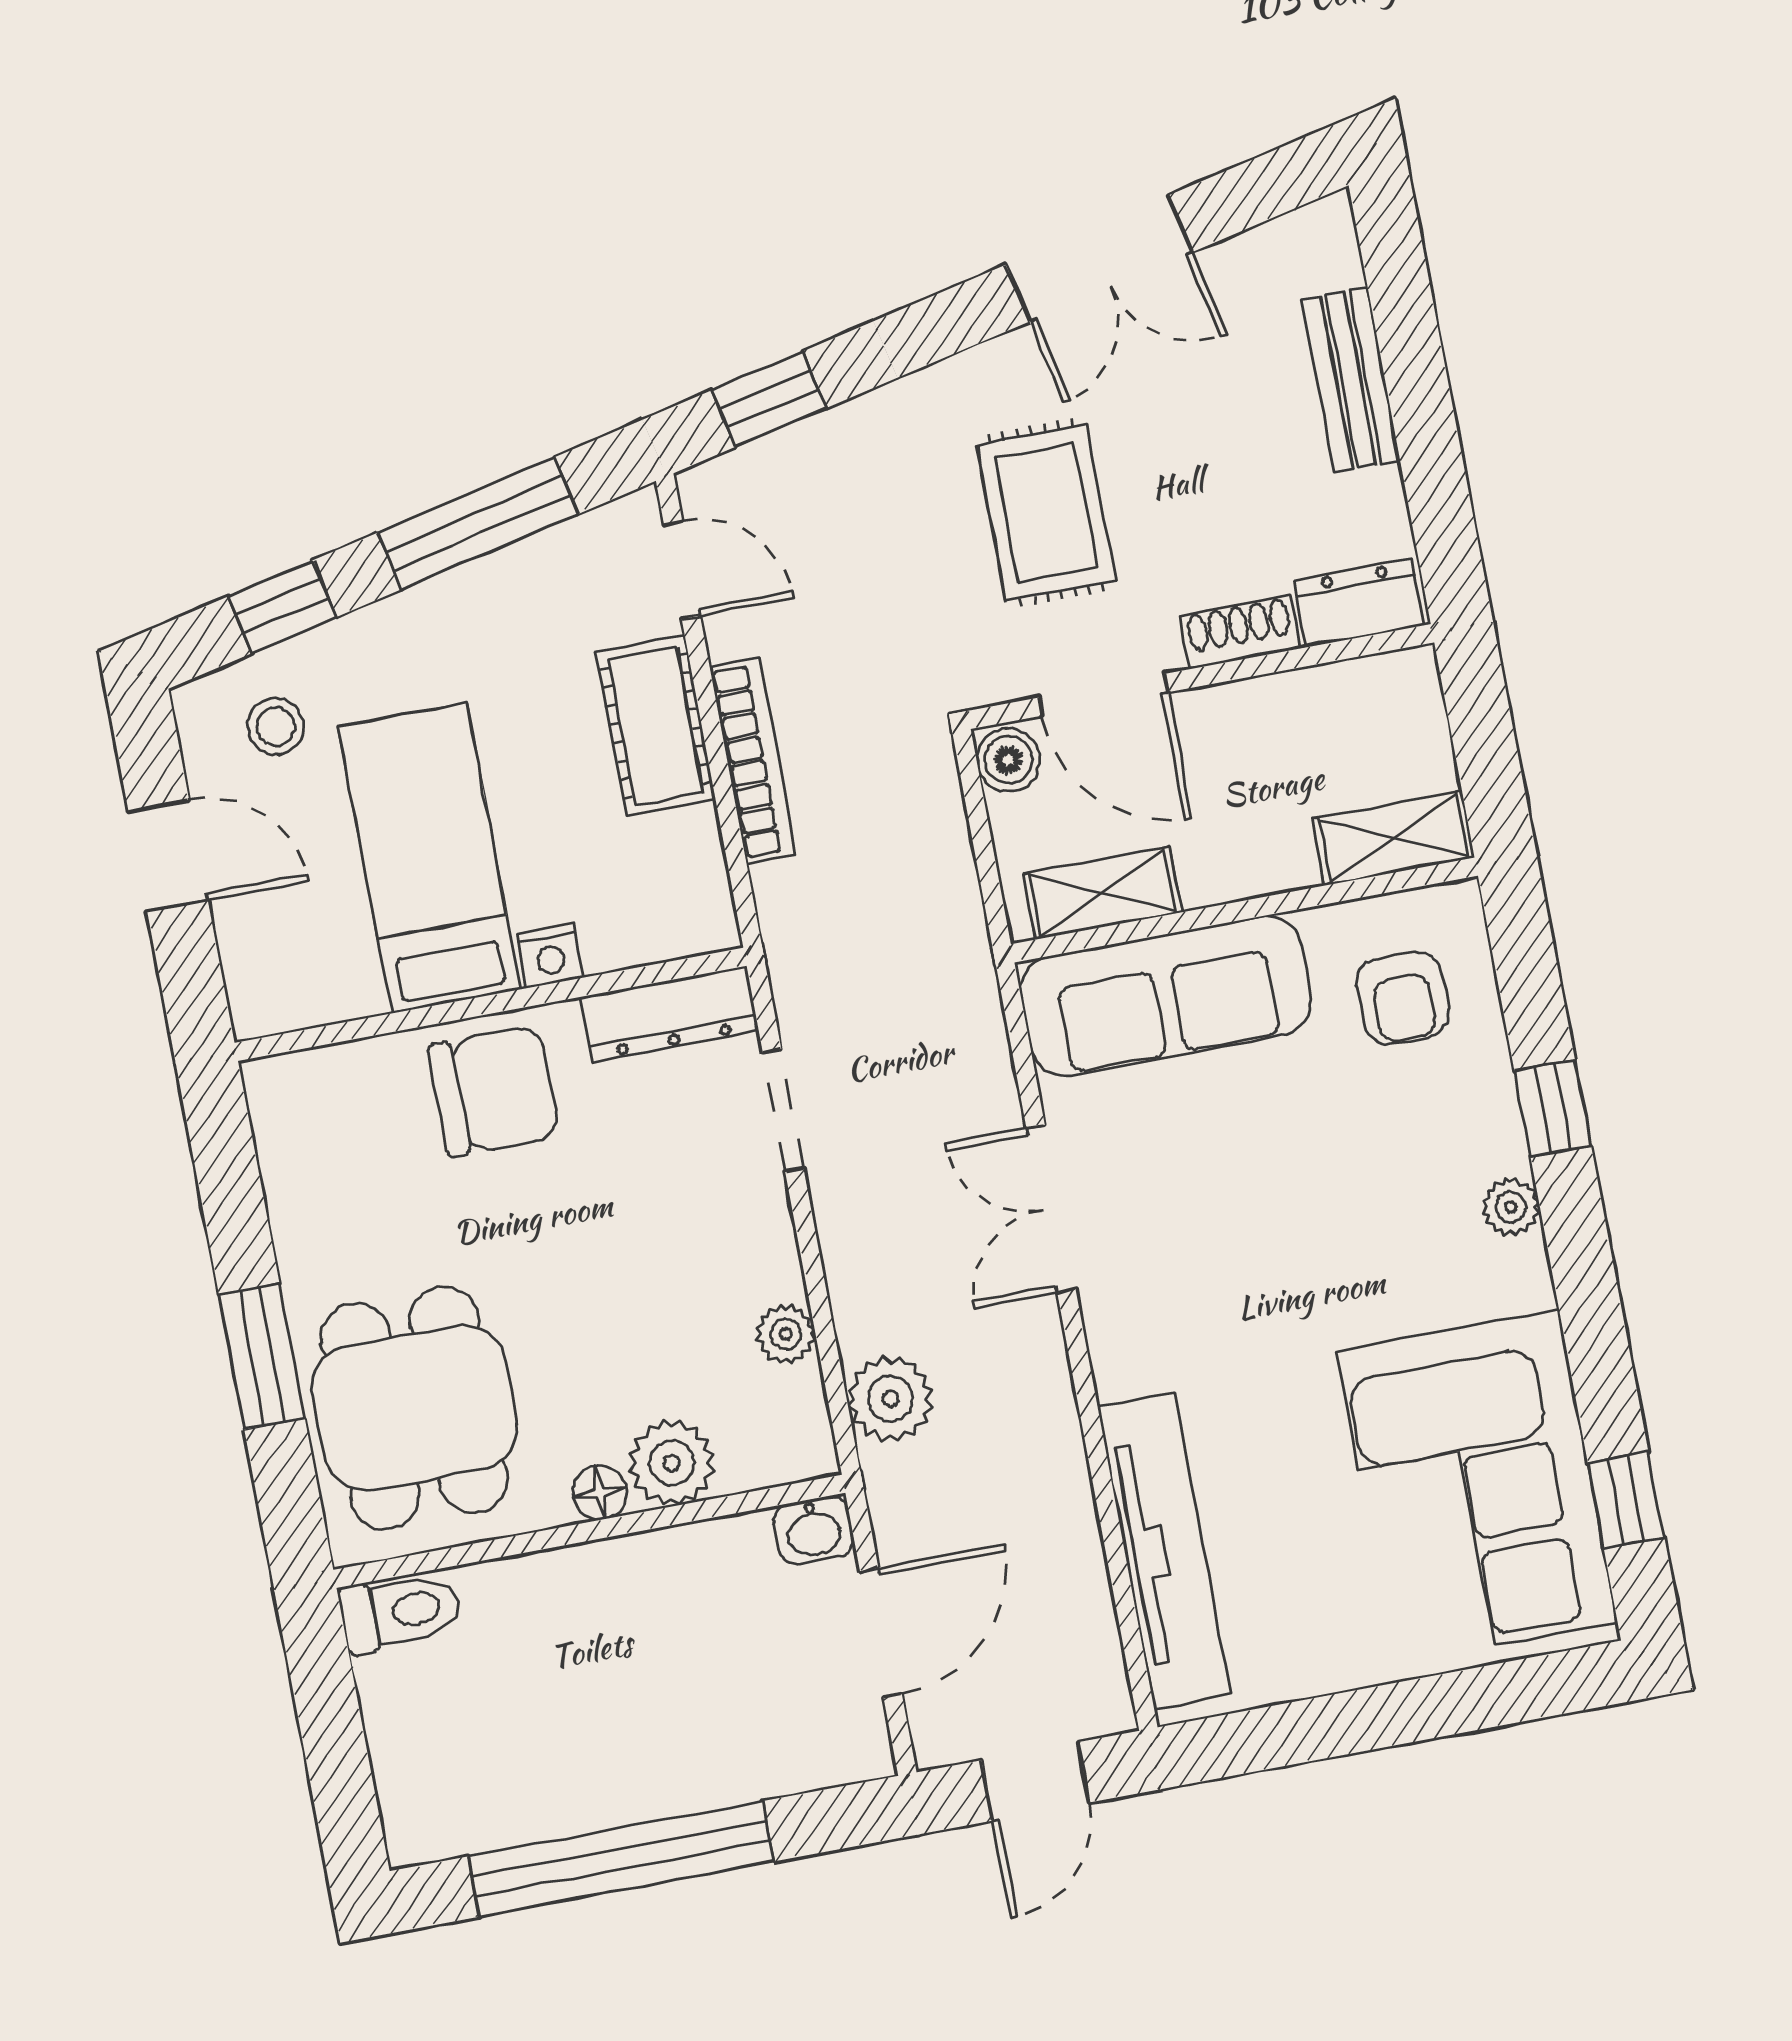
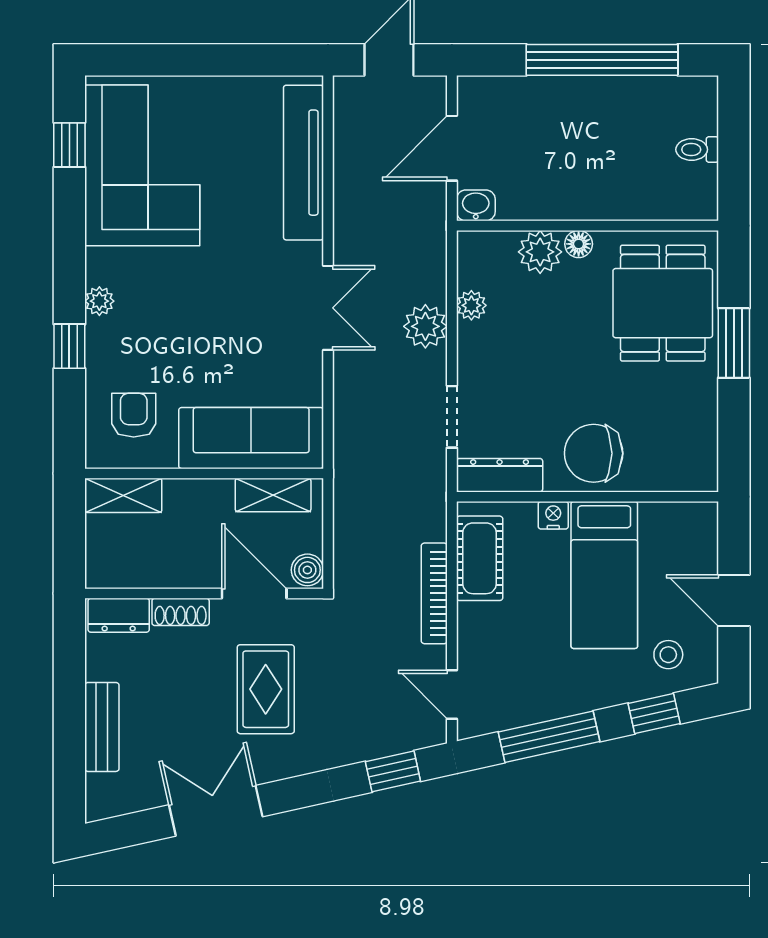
cot: (656, 726) -> (480, 558), moved
double door: (1051, 1209) -> (328, 308), moved
plant: (890, 1399) -> (425, 326), moved
toilet: (400, 1612) -> (697, 150), moved, width x0.73, depth x0.72

